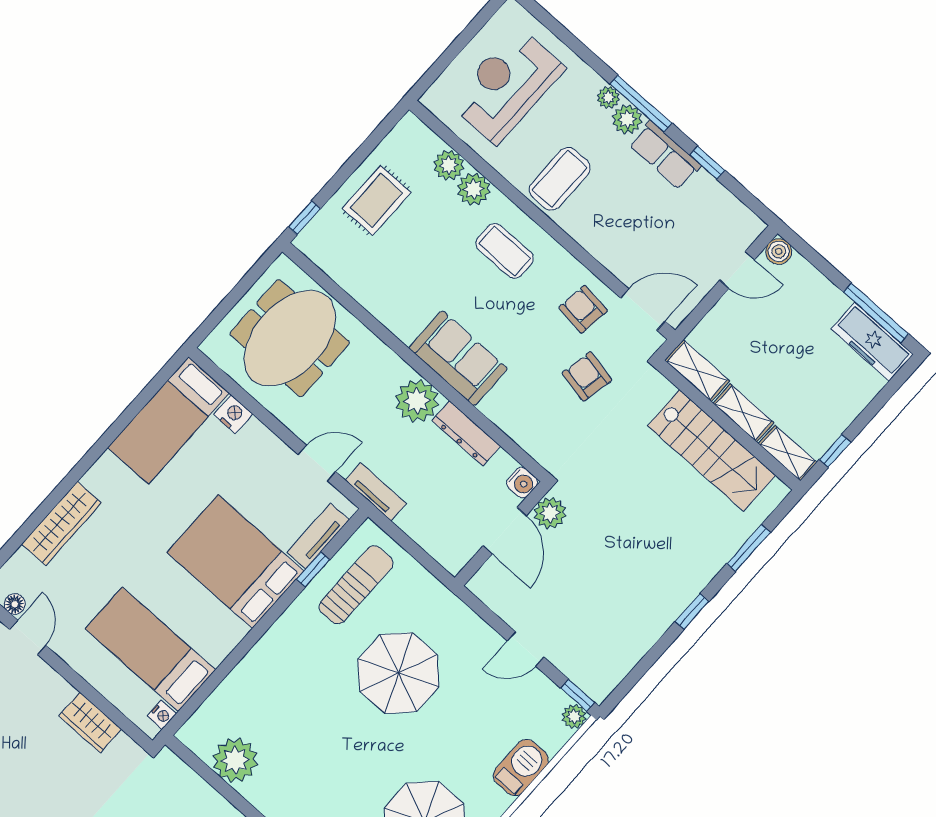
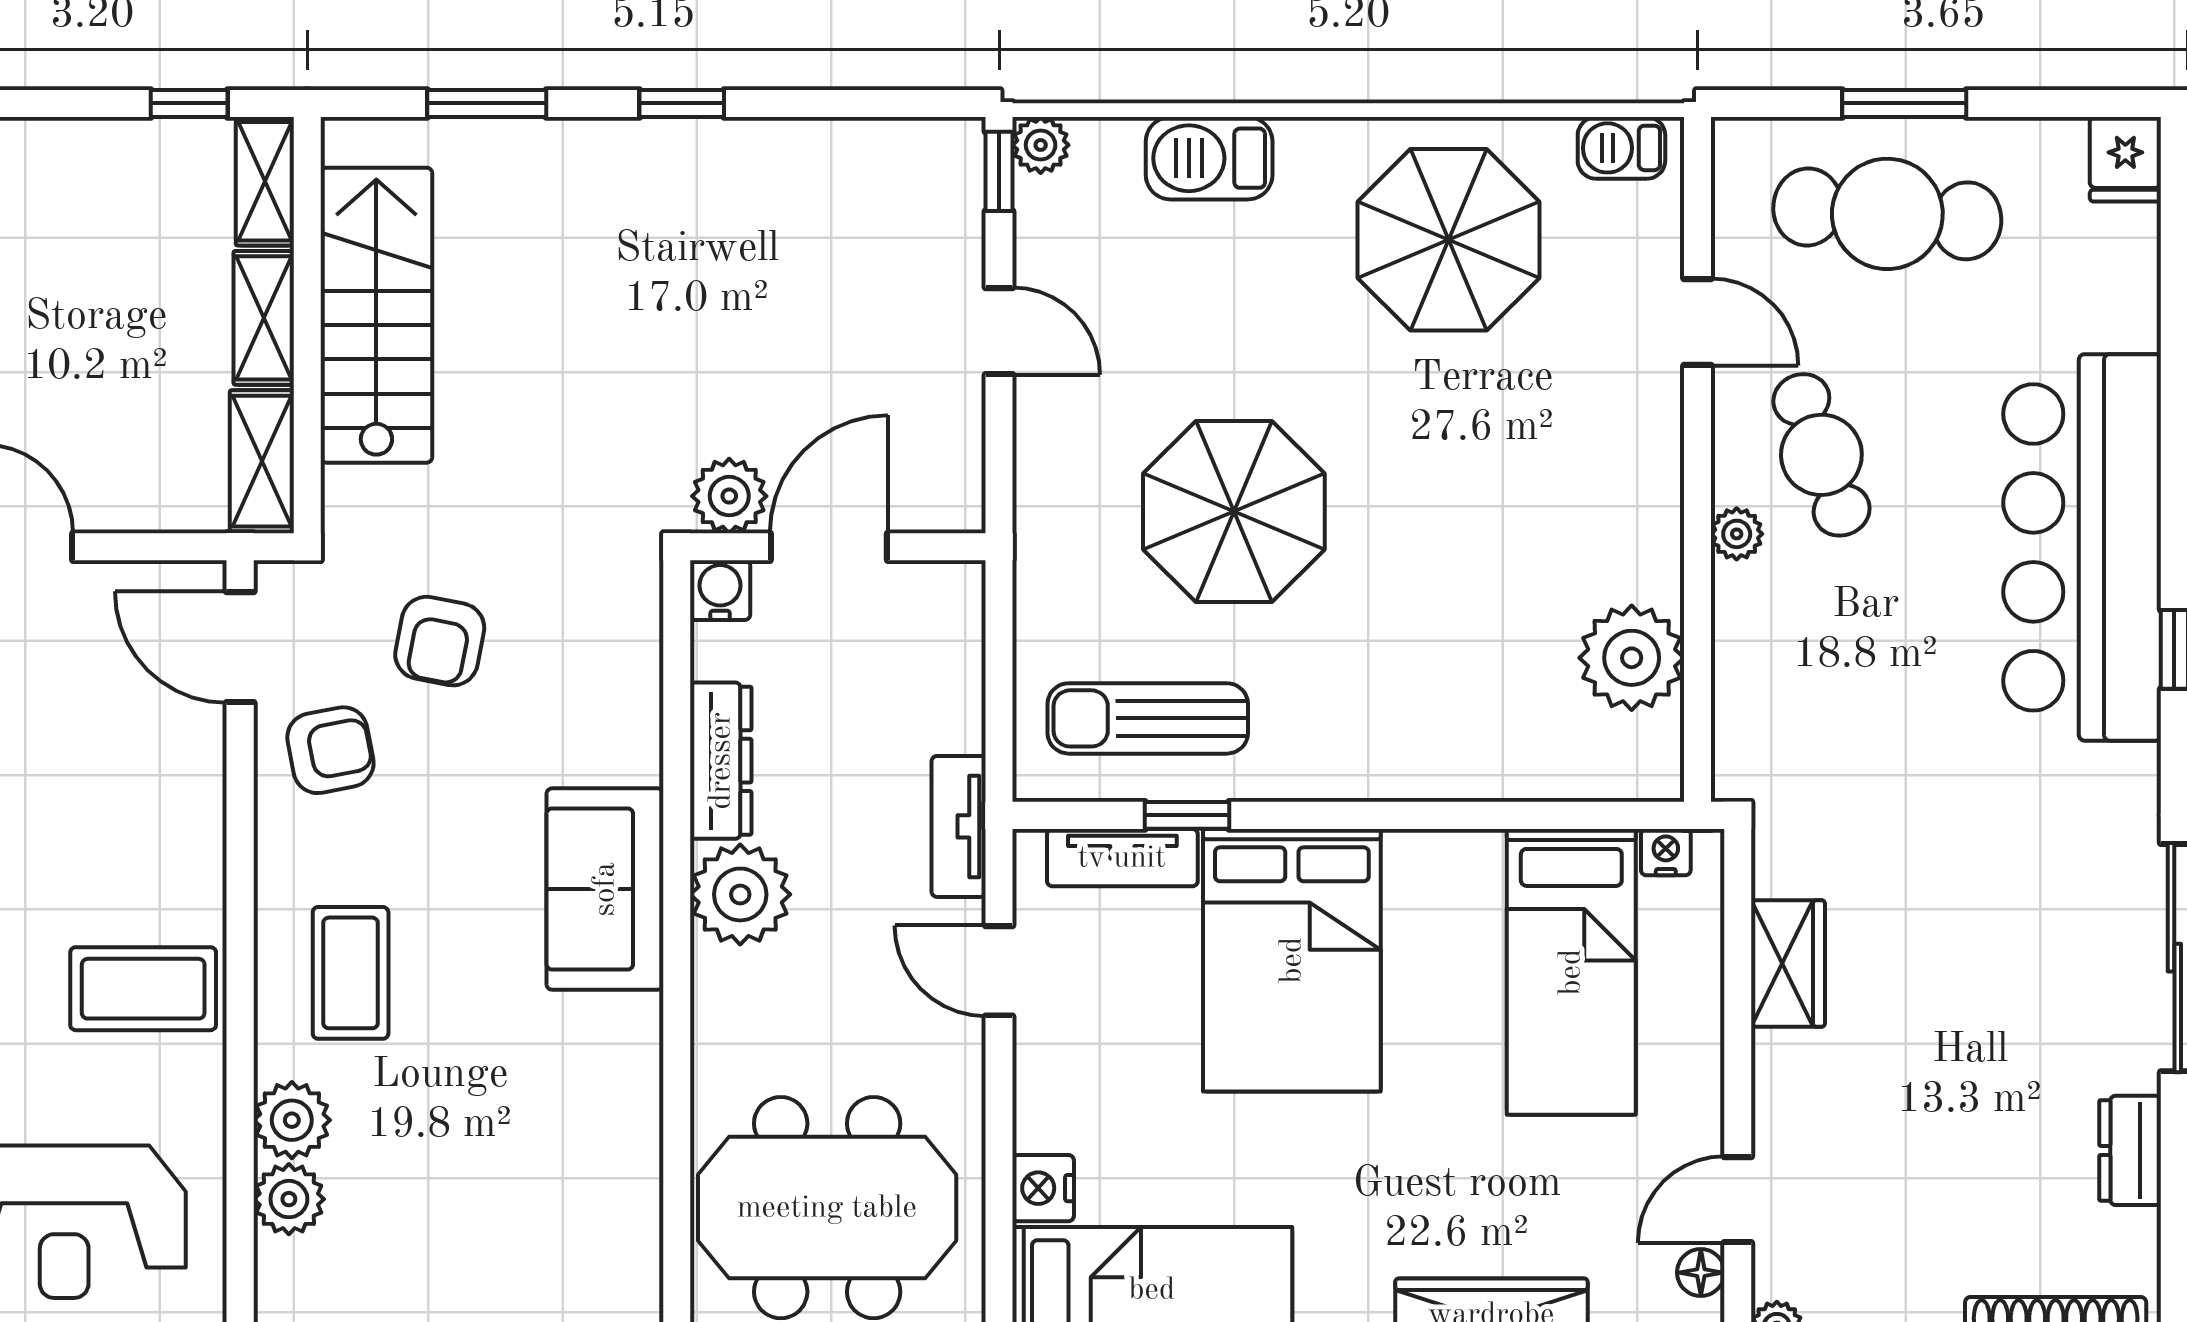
rug: (377, 200) -> (459, 1269), removed
armchair: (583, 309) -> (330, 750), turned -108

